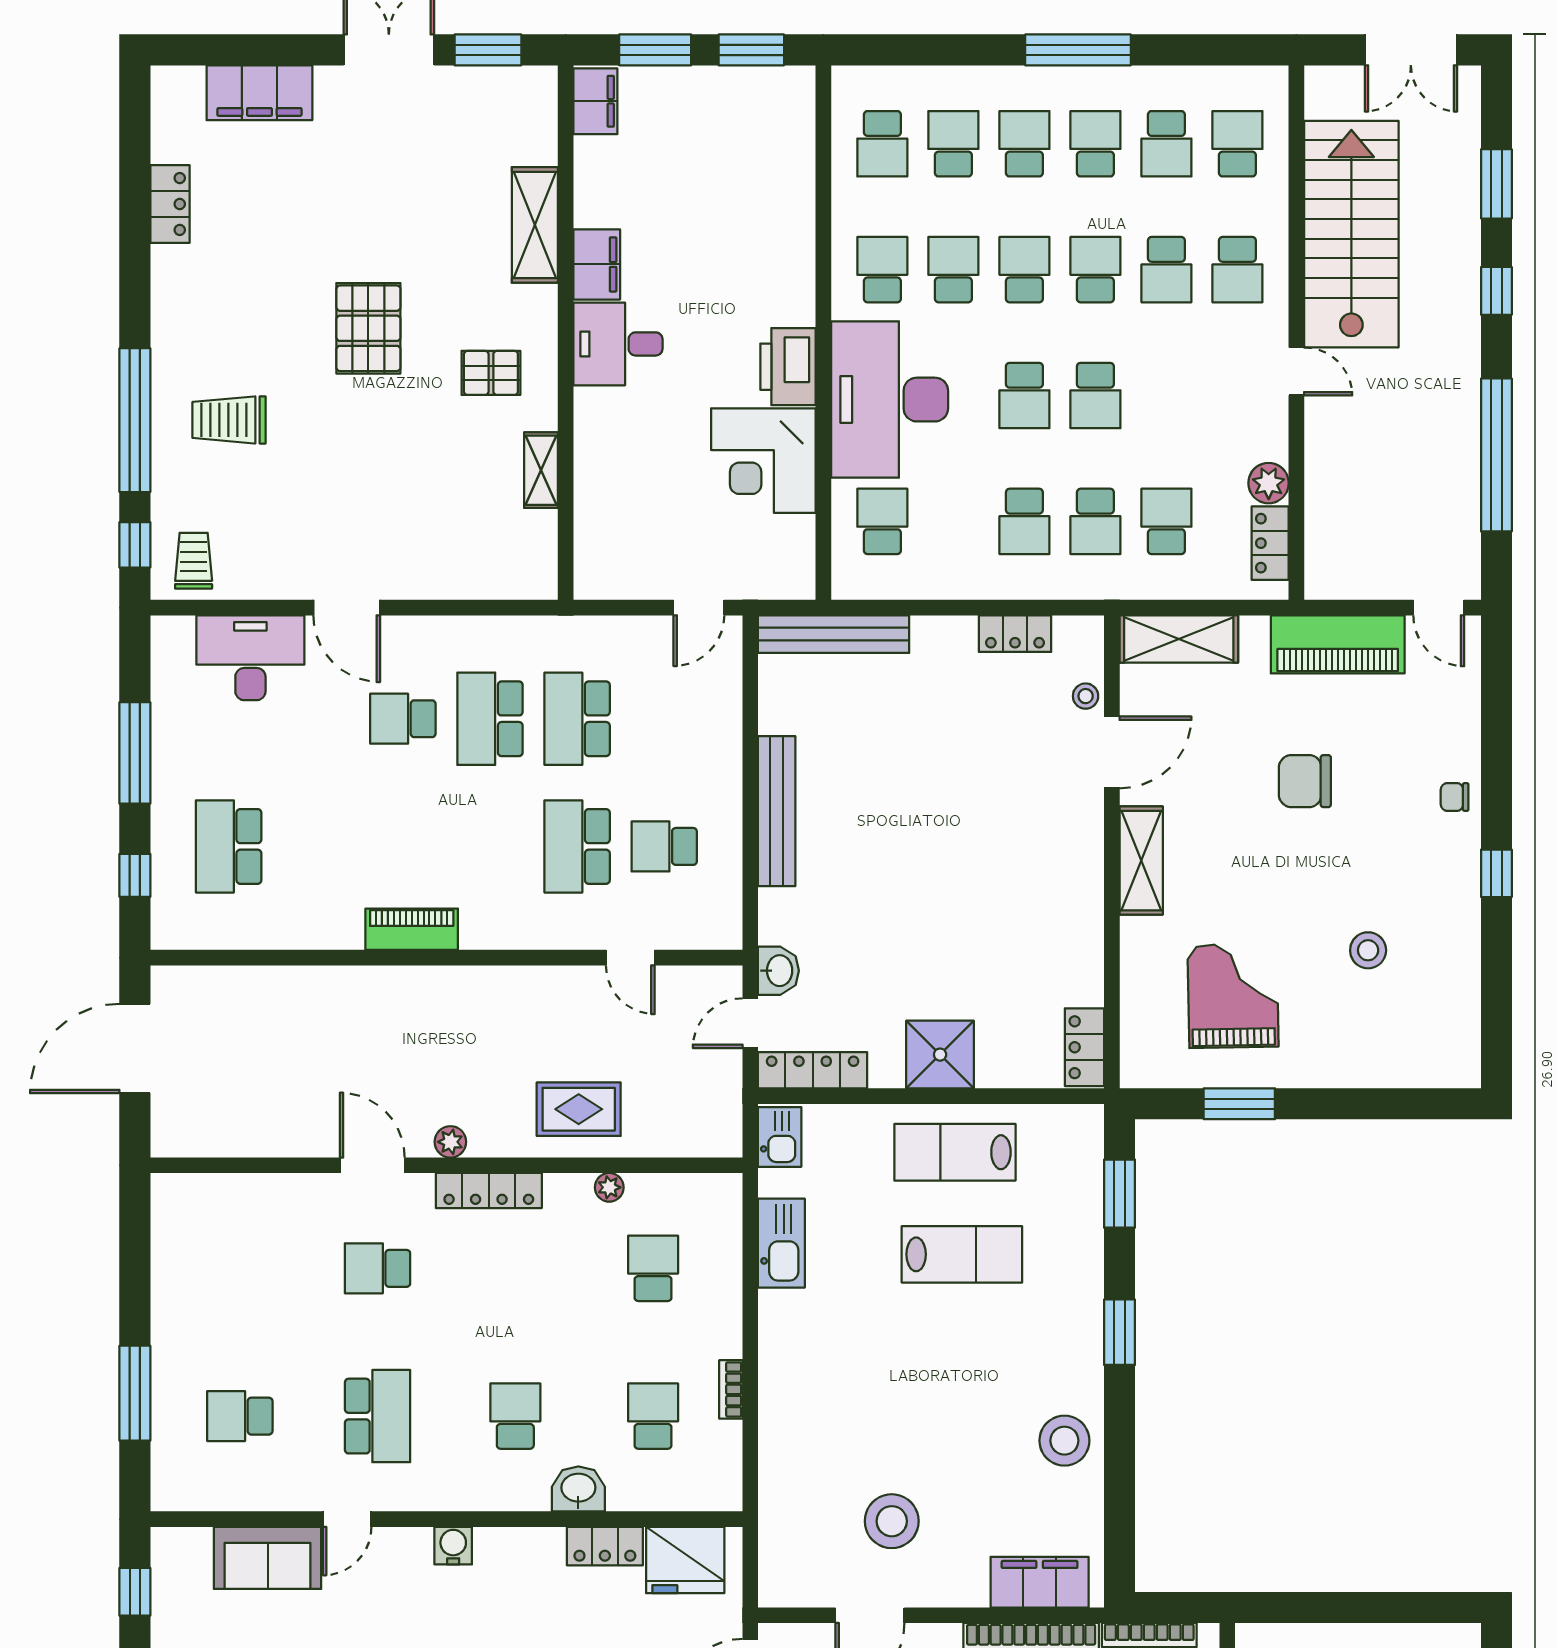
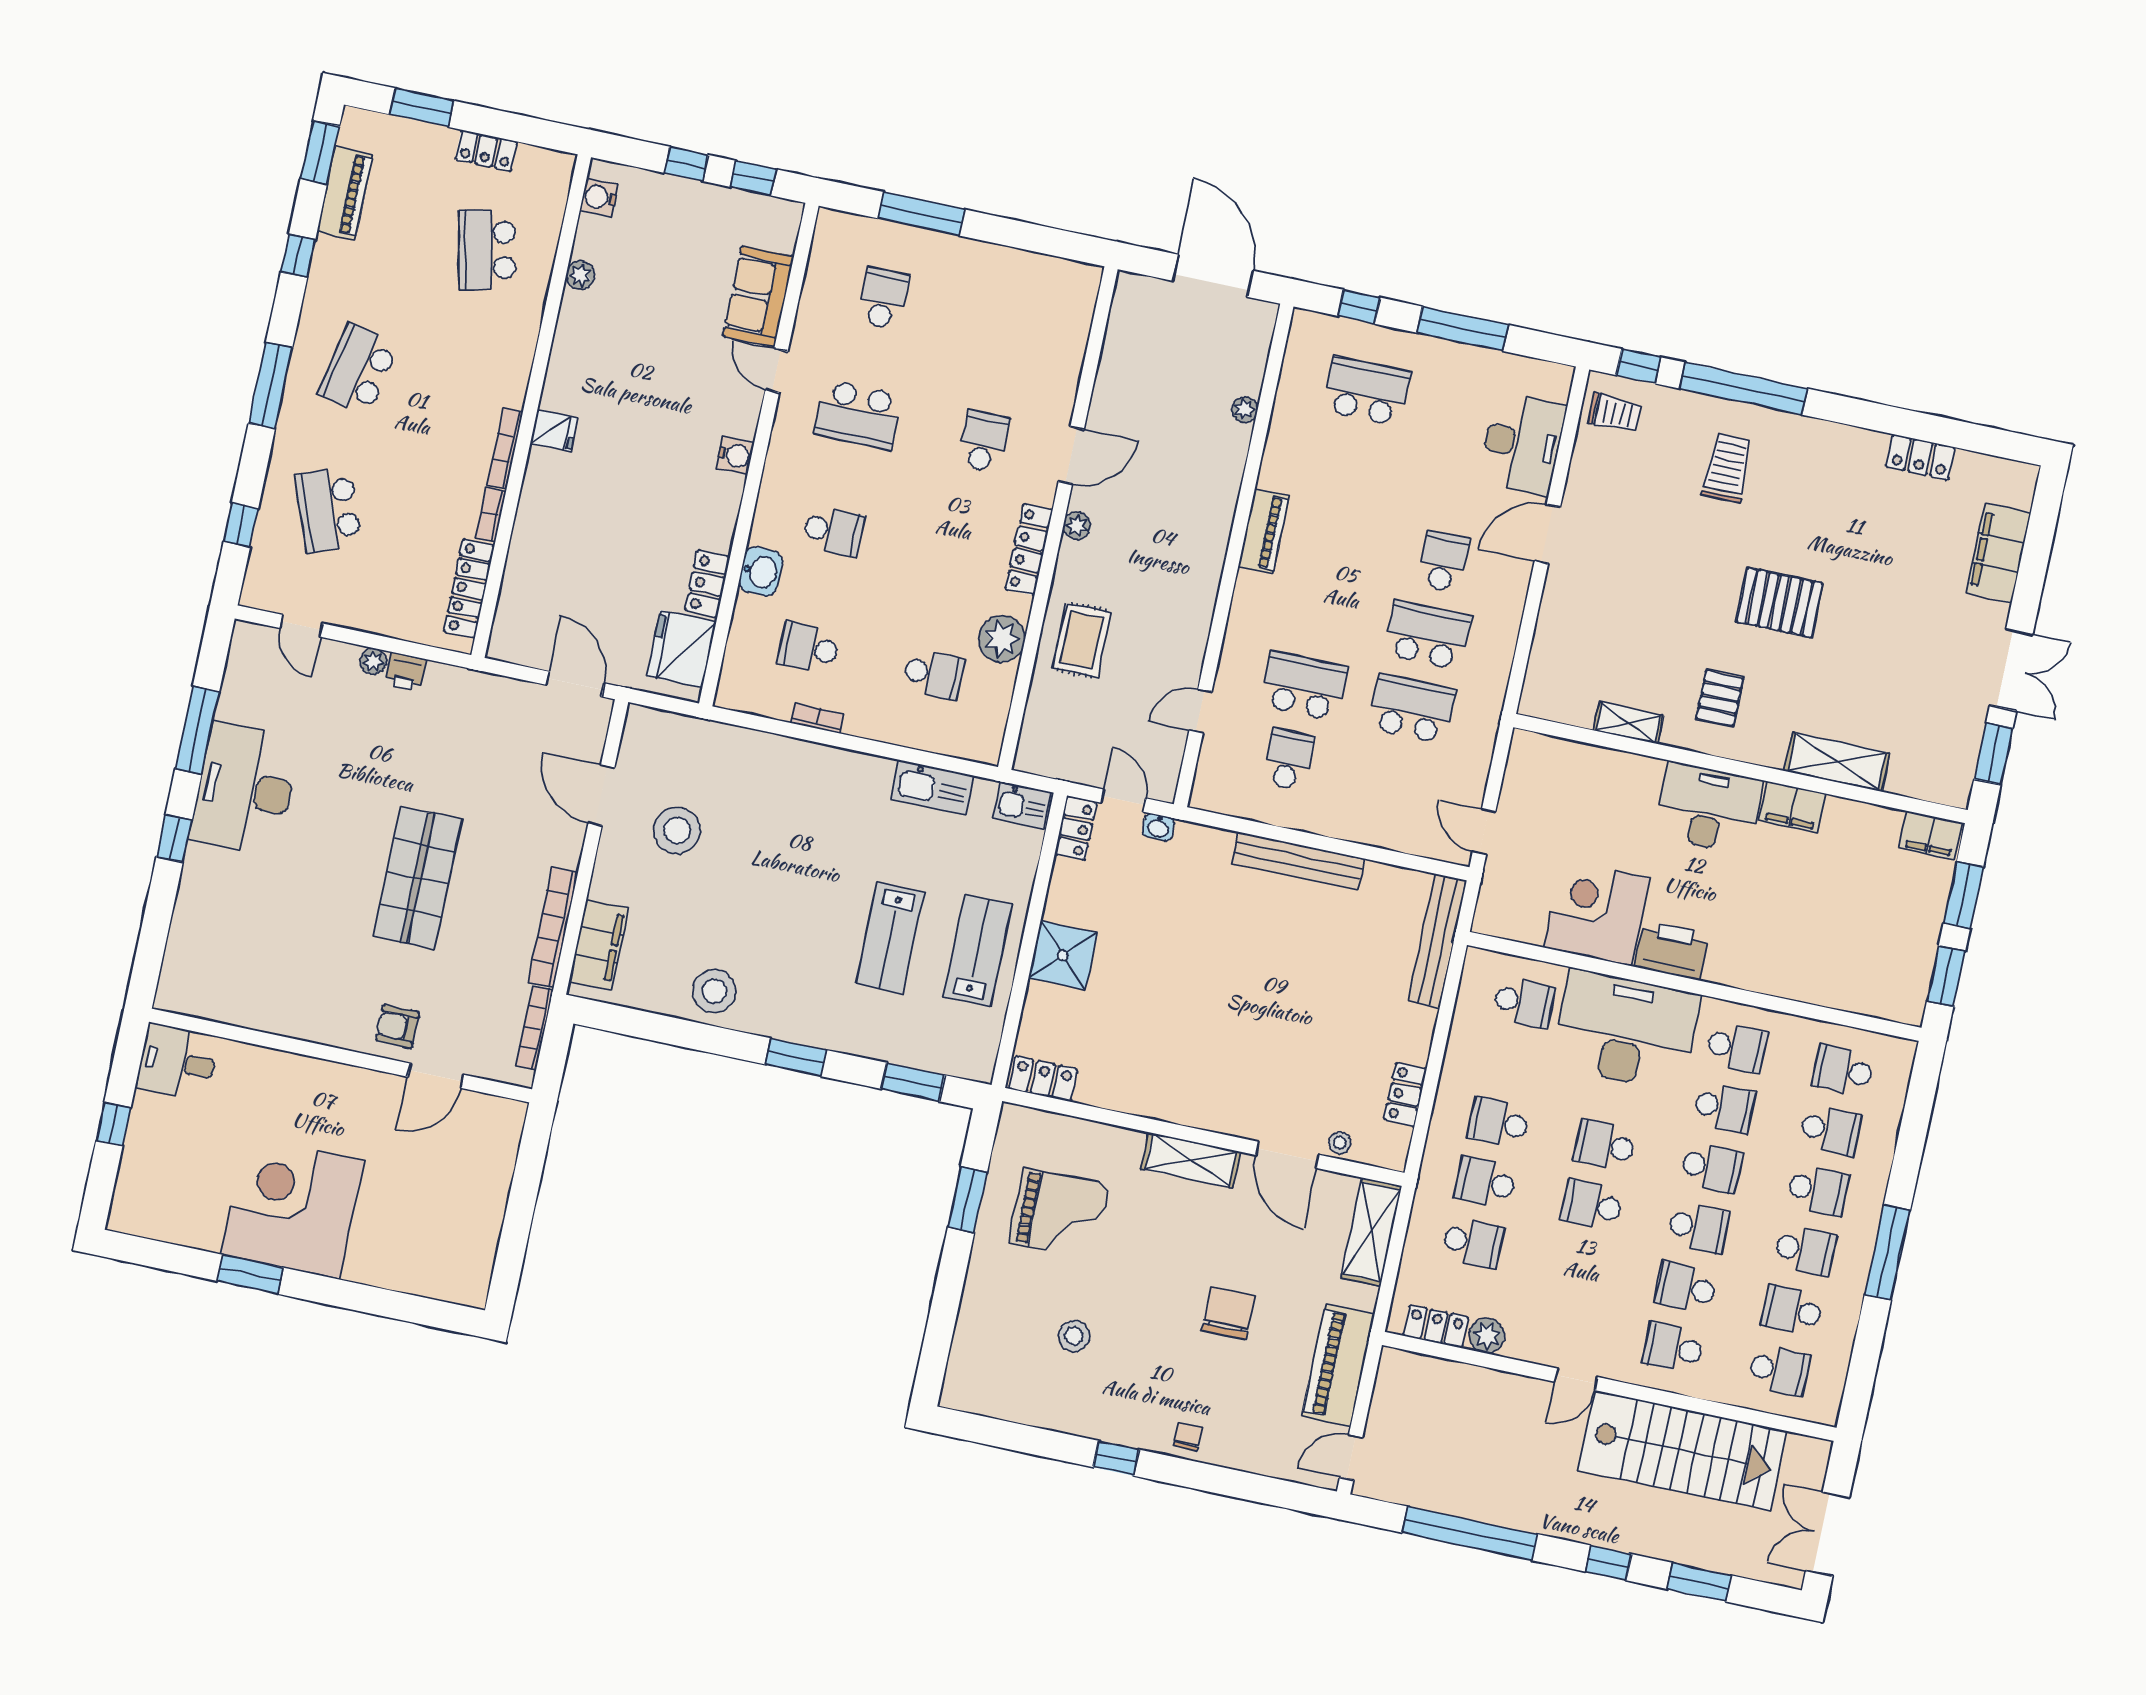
desk: (618, 344) -> (1708, 808), width x1.37
washbasin: (778, 971) -> (1158, 827), width x0.72, depth x0.69
plant: (279, 980) -> (1245, 410), added
locker: (813, 1070) -> (1076, 829), width x0.66
plant: (609, 1187) -> (1002, 639), width x1.87, depth x1.87
school desk: (653, 1416) -> (809, 648), turned 180

